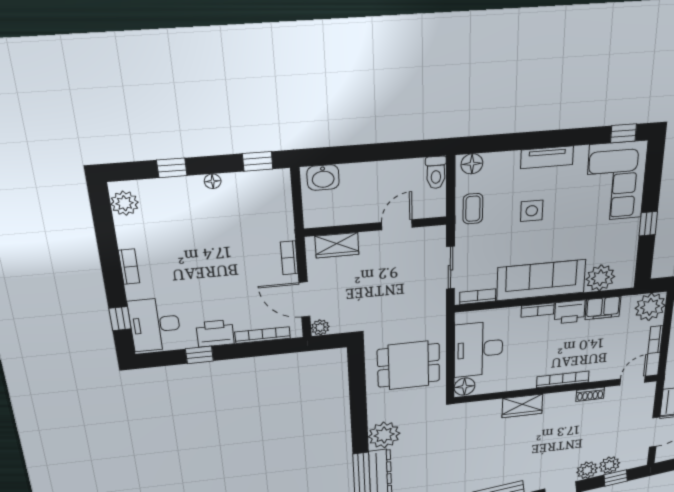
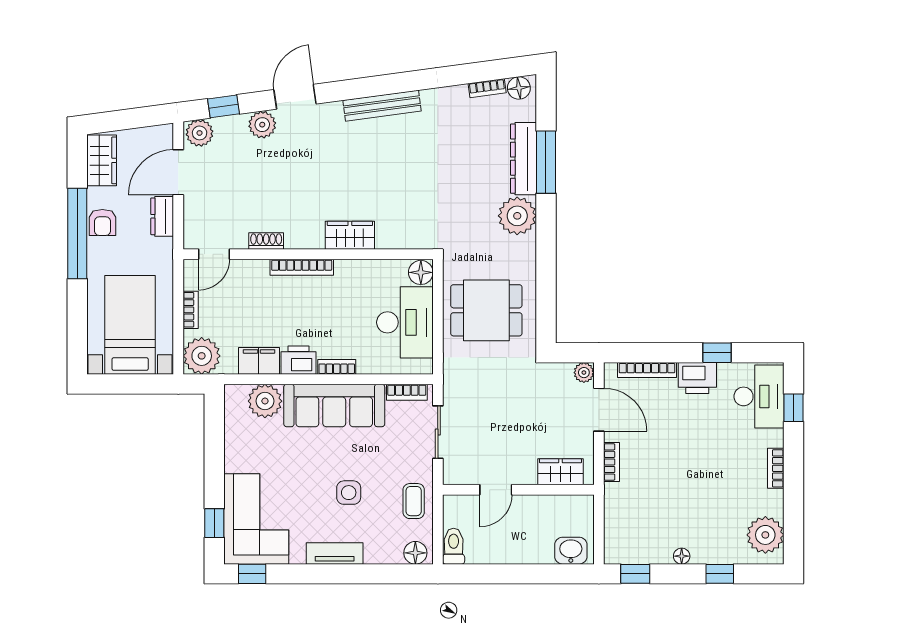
plant: (125, 203) -> (765, 535), width x1.36, depth x1.36
window: (648, 224) -> (214, 523), moved
plant: (609, 465) -> (200, 133), moved

